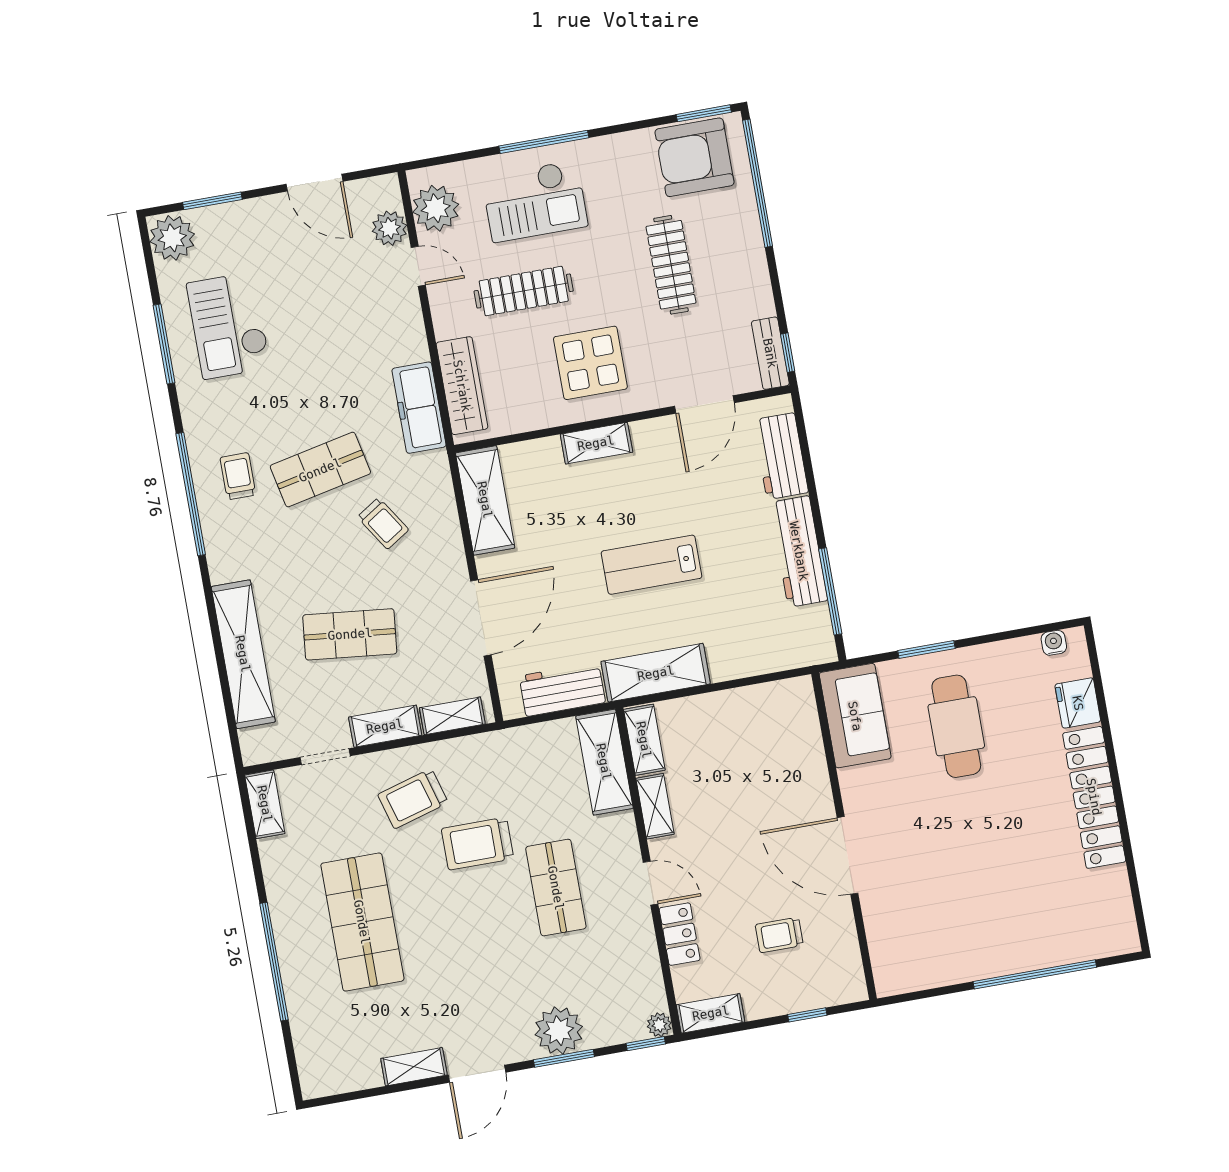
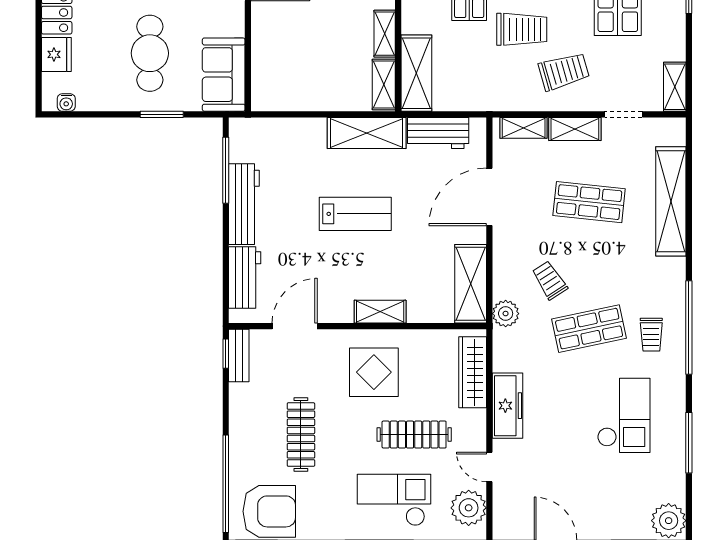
plant: (390, 228) -> (506, 314), moved
checkout: (229, 326) -> (624, 415), moved
freezer: (419, 408) -> (507, 406), moved

